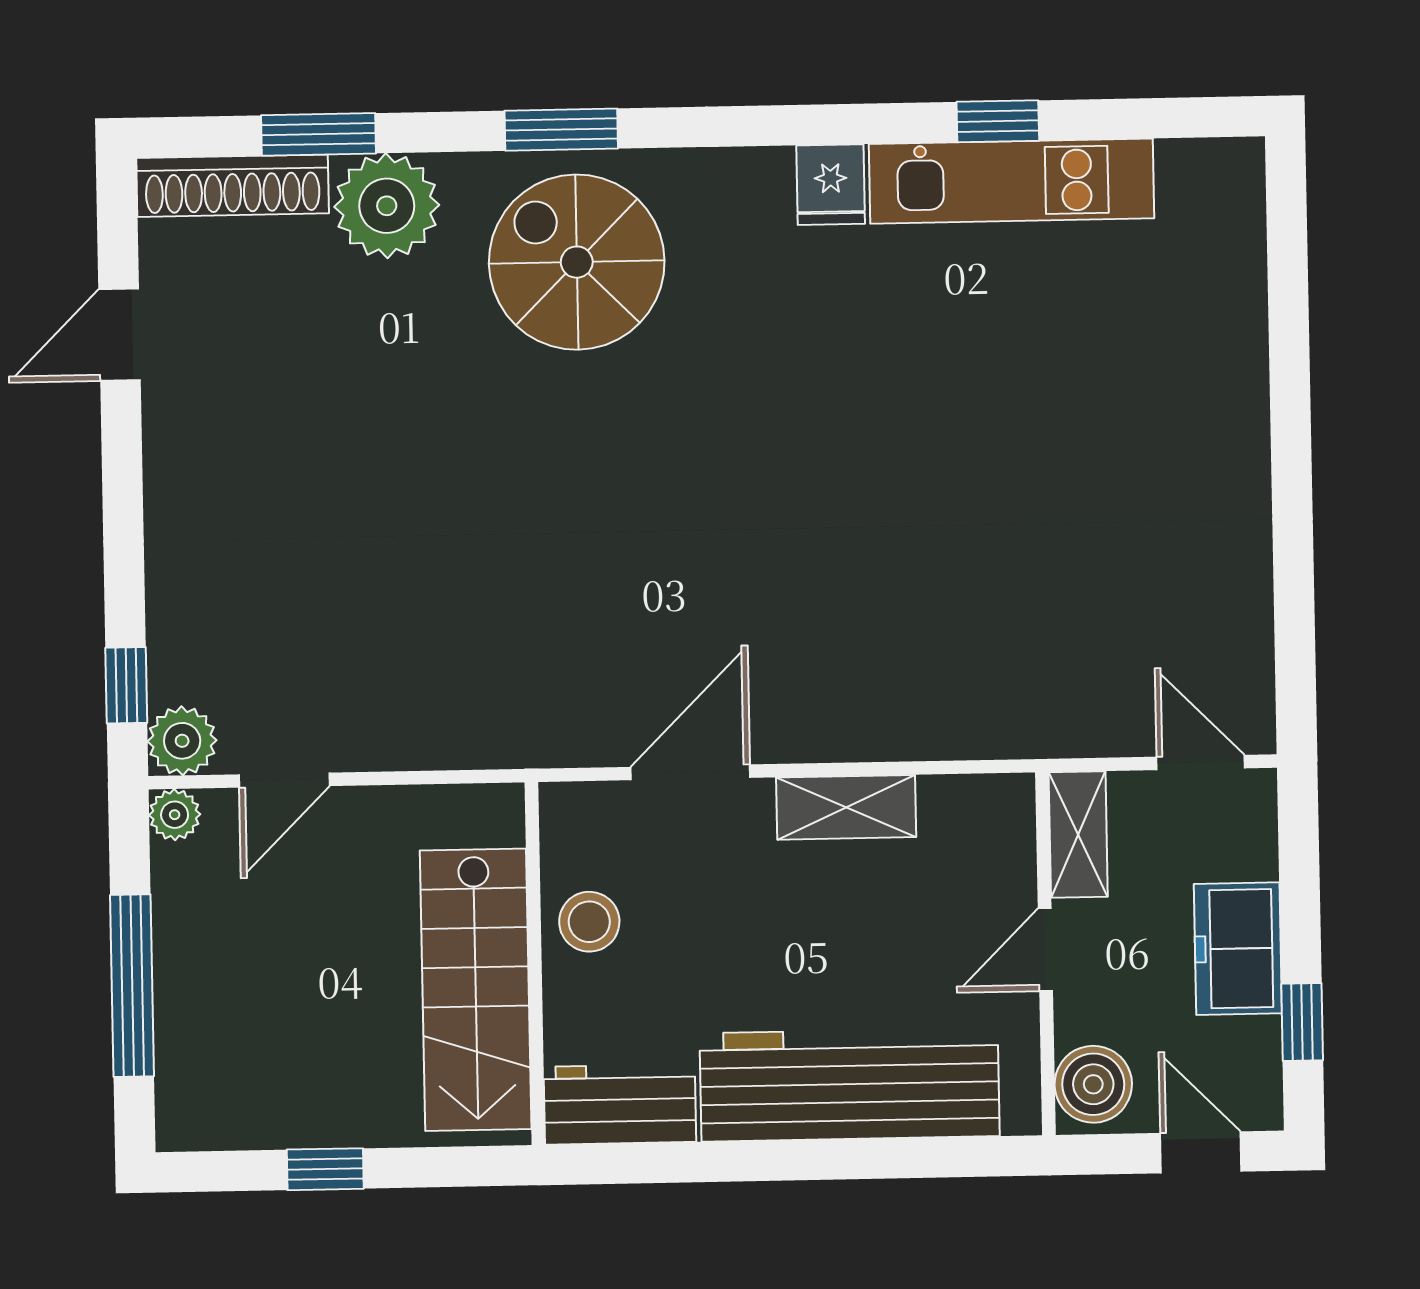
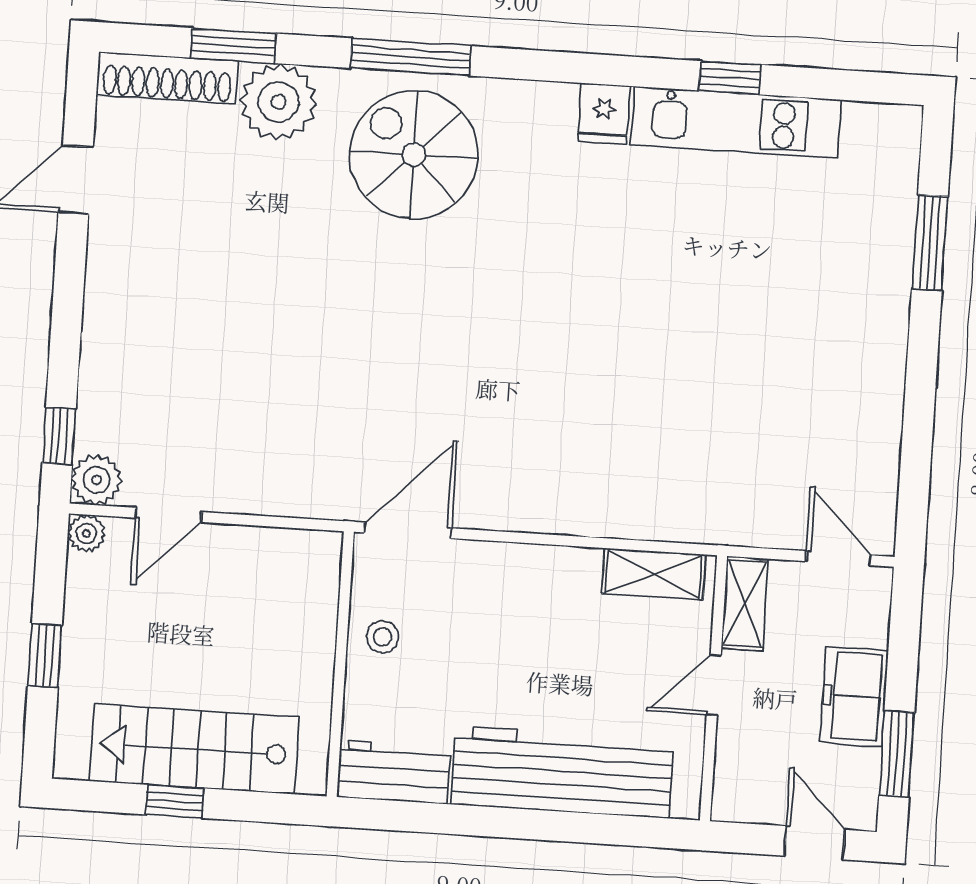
window: (561, 130) -> (411, 57), width x1.44
window: (1289, 322) -> (930, 242), added
door: (690, 772) -> (408, 530), moved
shelving: (846, 807) -> (654, 574), moved
stool: (589, 922) -> (383, 637), width x0.73, depth x0.73
window: (132, 986) -> (45, 656), width x0.46
stairs: (476, 990) -> (194, 749), moved, turned 90
window: (1302, 1022) -> (897, 754), width x1.50
boiler: (1093, 1084) -> (740, 786), removed

